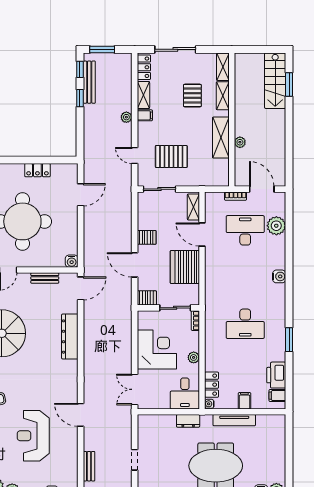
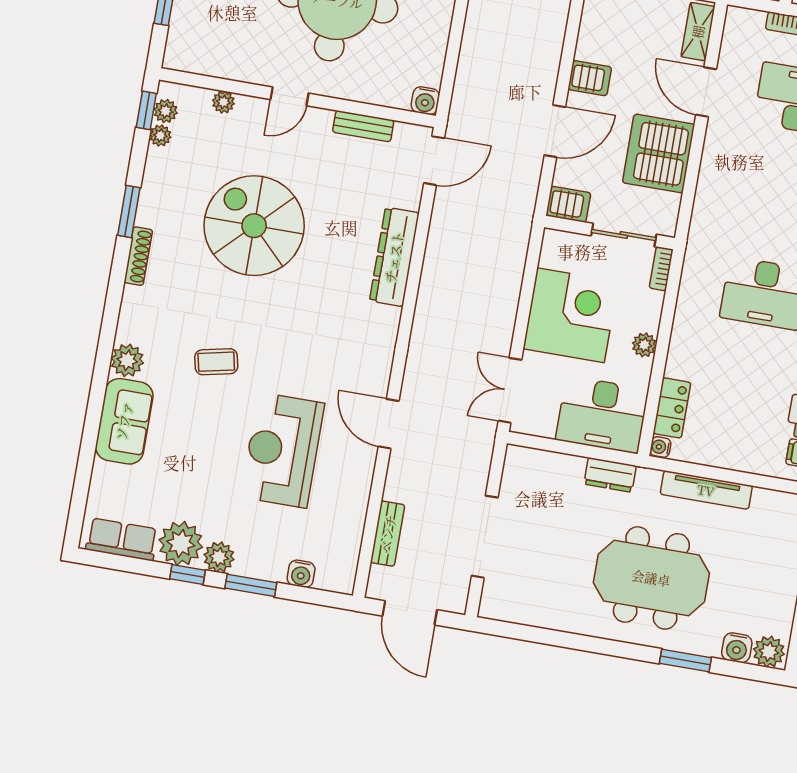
door: (135, 265) -> (555, 131), swing flipped
desk: (185, 393) -> (602, 415), width x1.37
filing cabinet: (244, 401) -> (735, 453), removed
doorway: (135, 460) -> (485, 537), width x1.88

